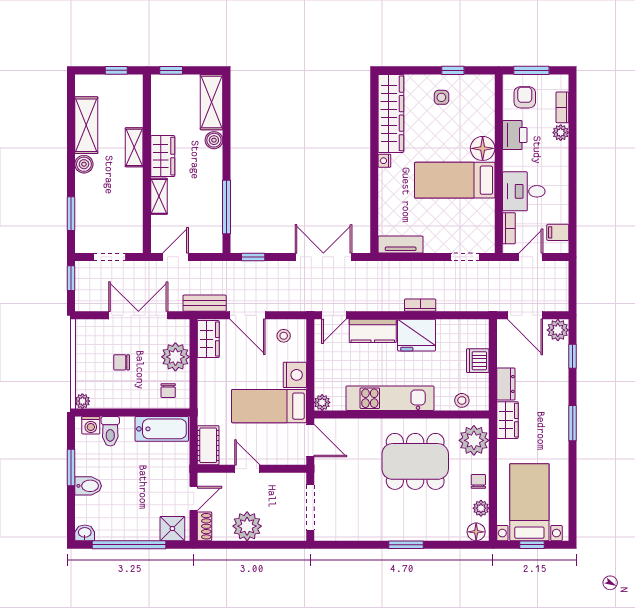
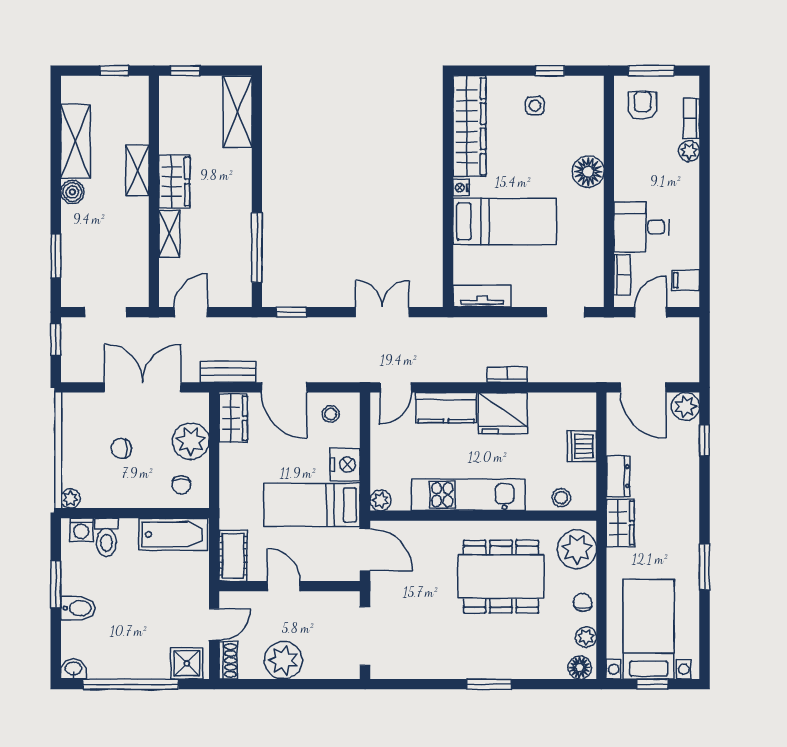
printer: (515, 135) -> (630, 154), removed
boiler: (214, 140) -> (241, 161), removed
bed: (455, 180) -> (505, 221), moved, turned 180
double door: (323, 257) -> (382, 312), width x0.73
window: (573, 423) -> (704, 567), moved

